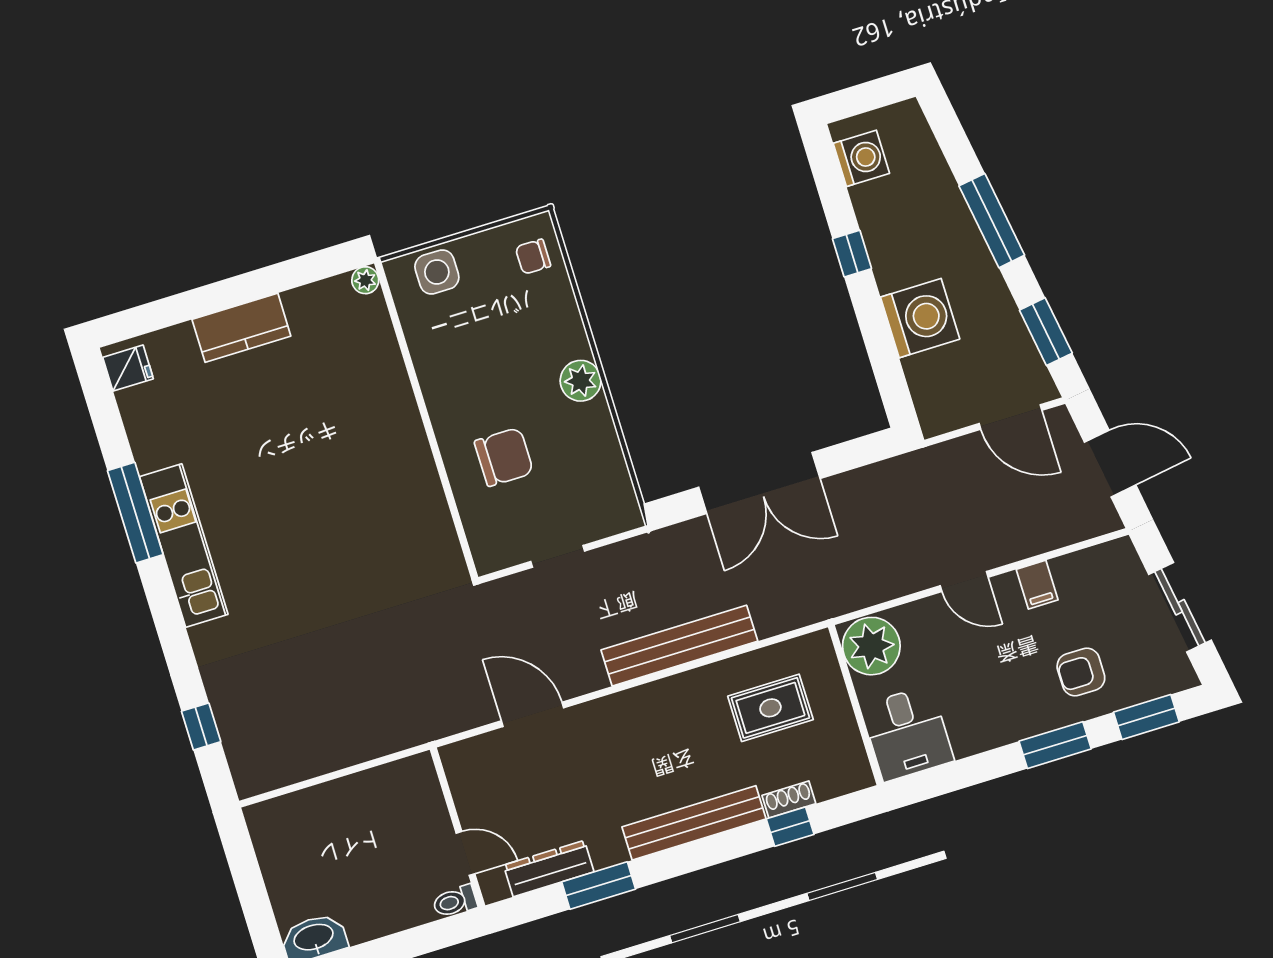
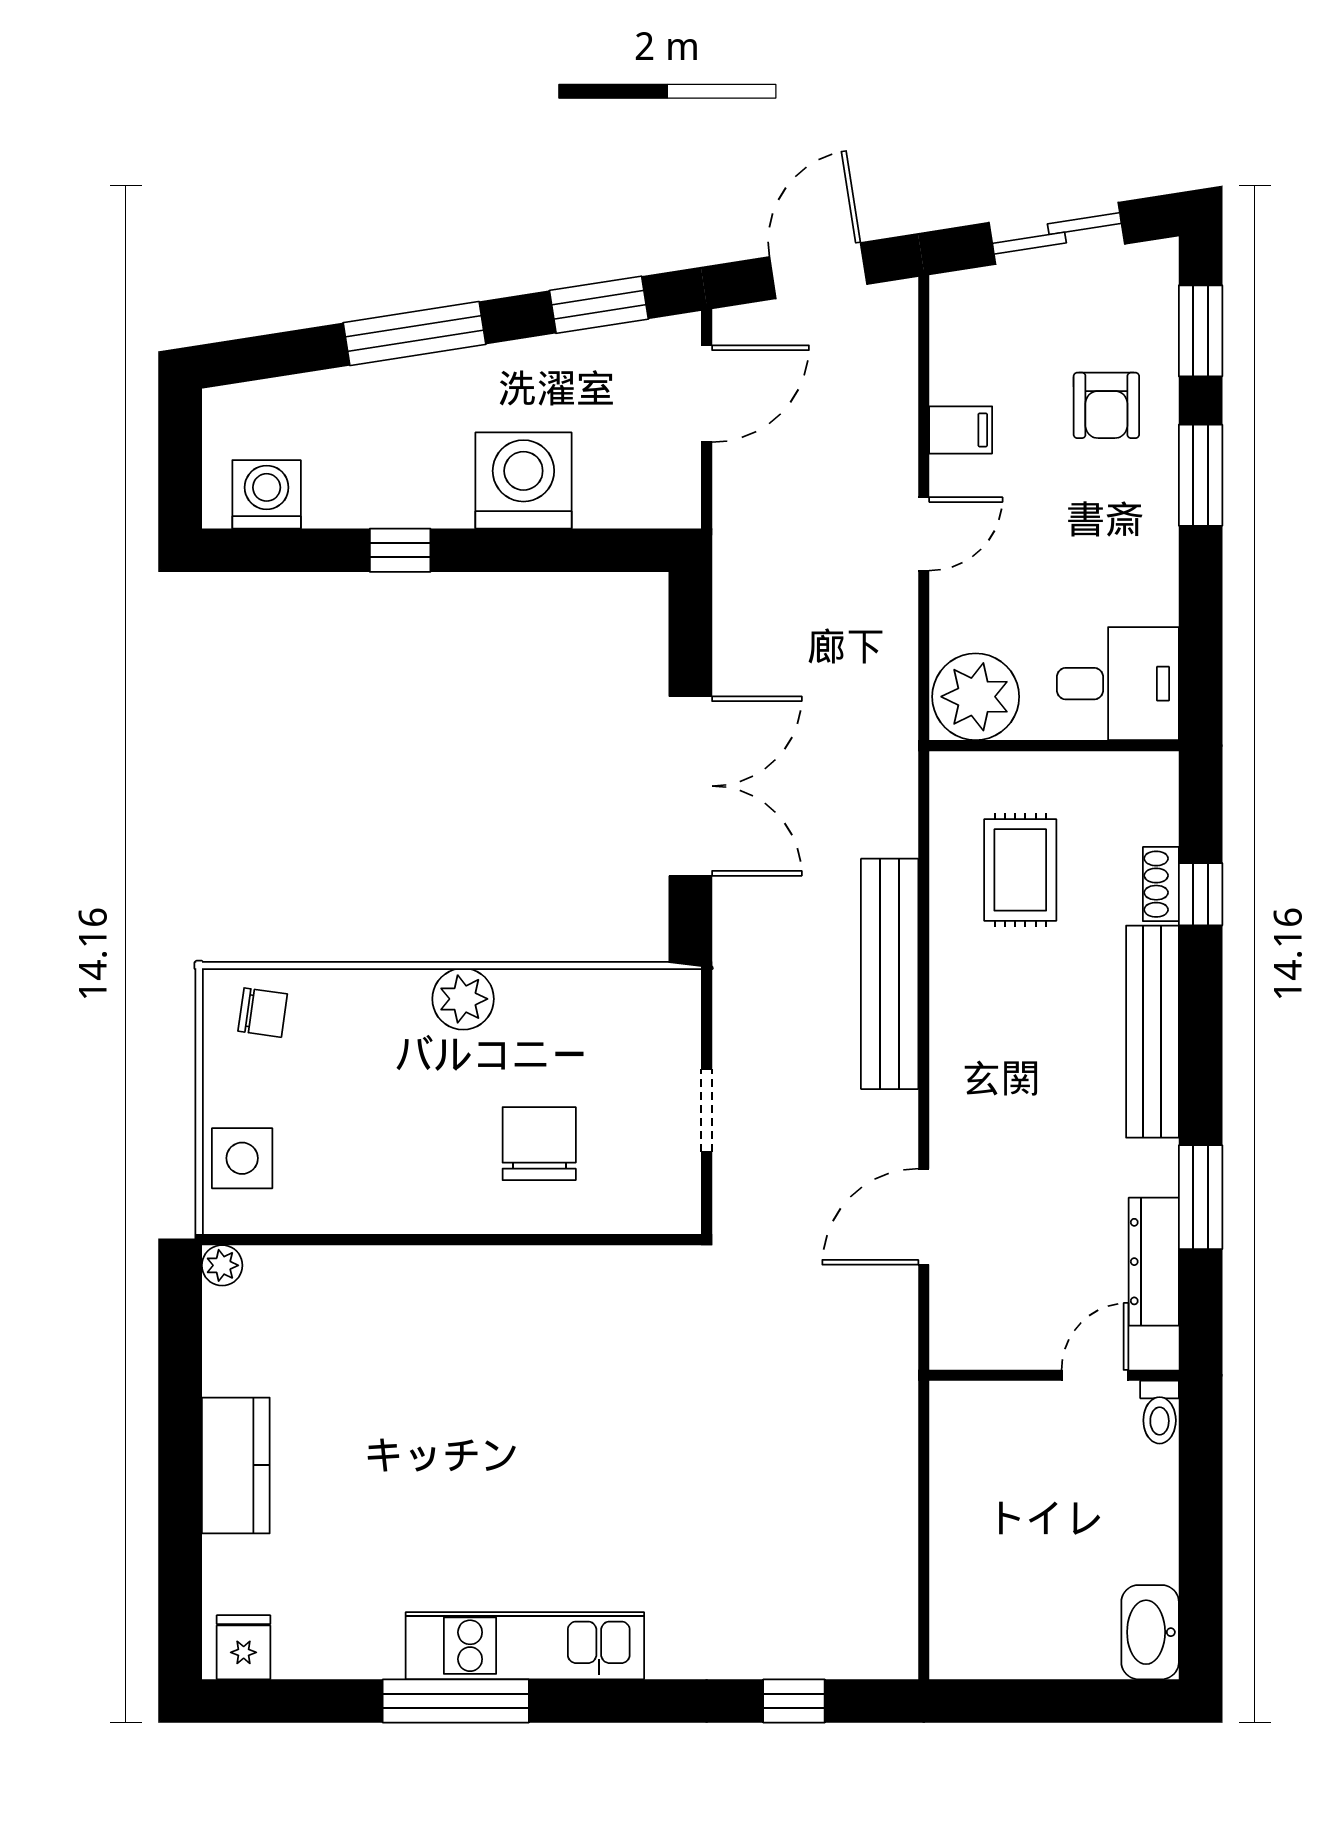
chair: (533, 257) -> (263, 1013), turned -82

